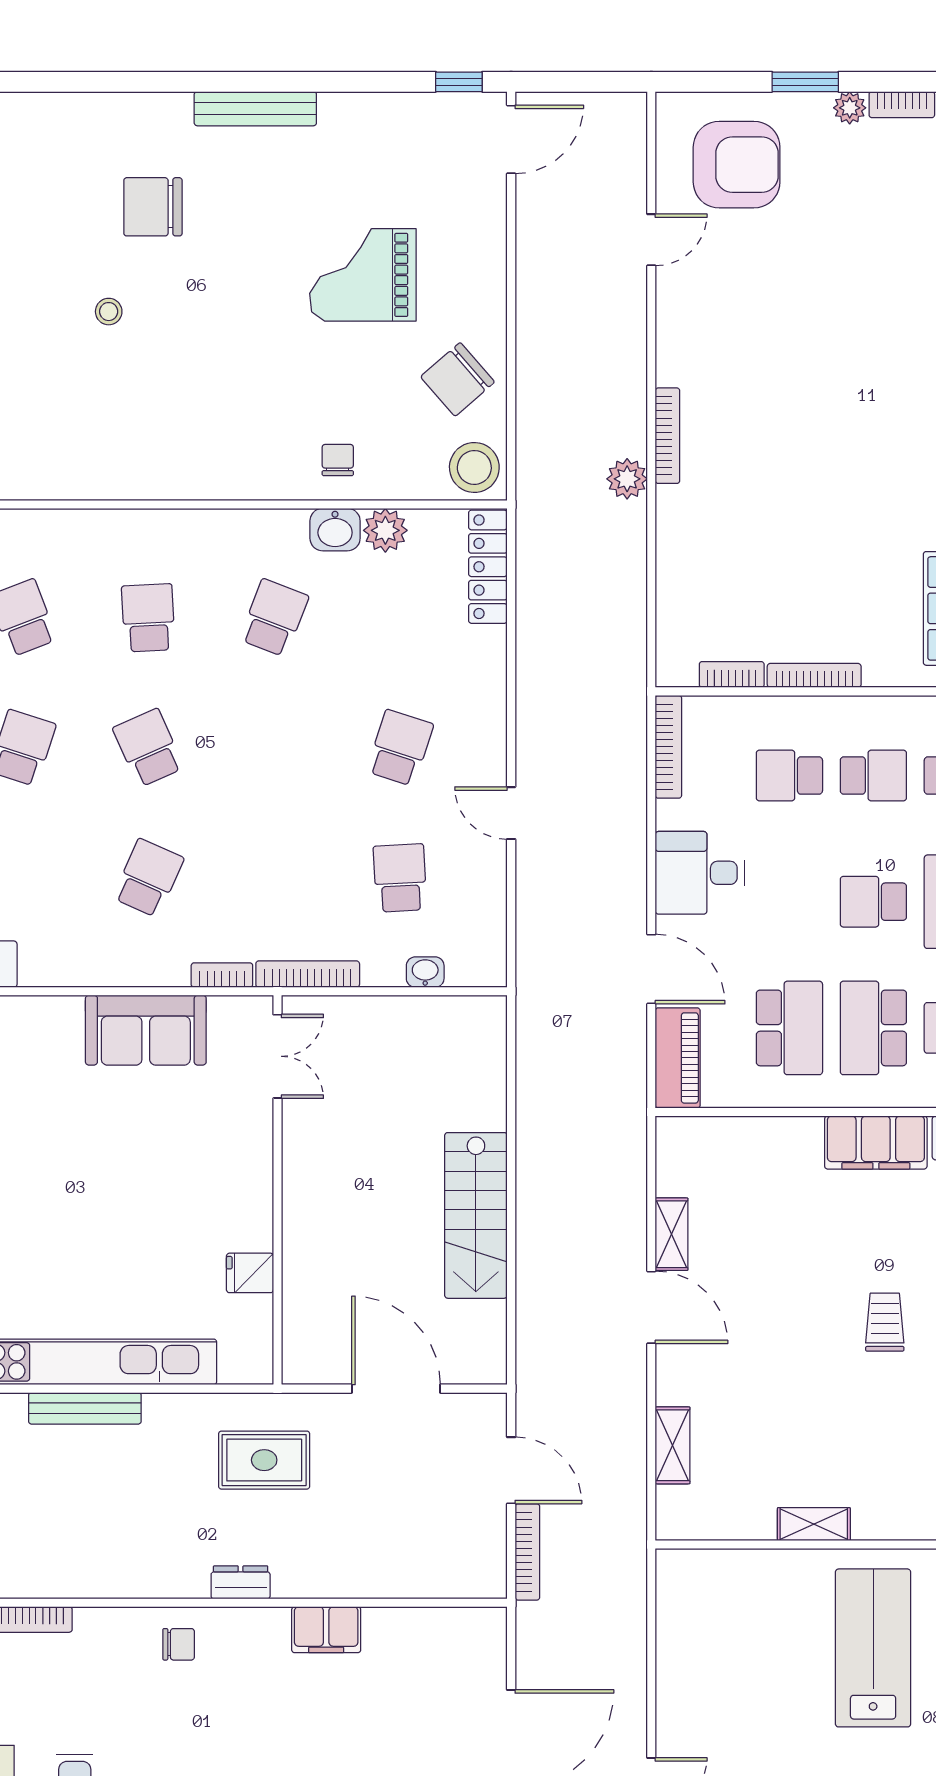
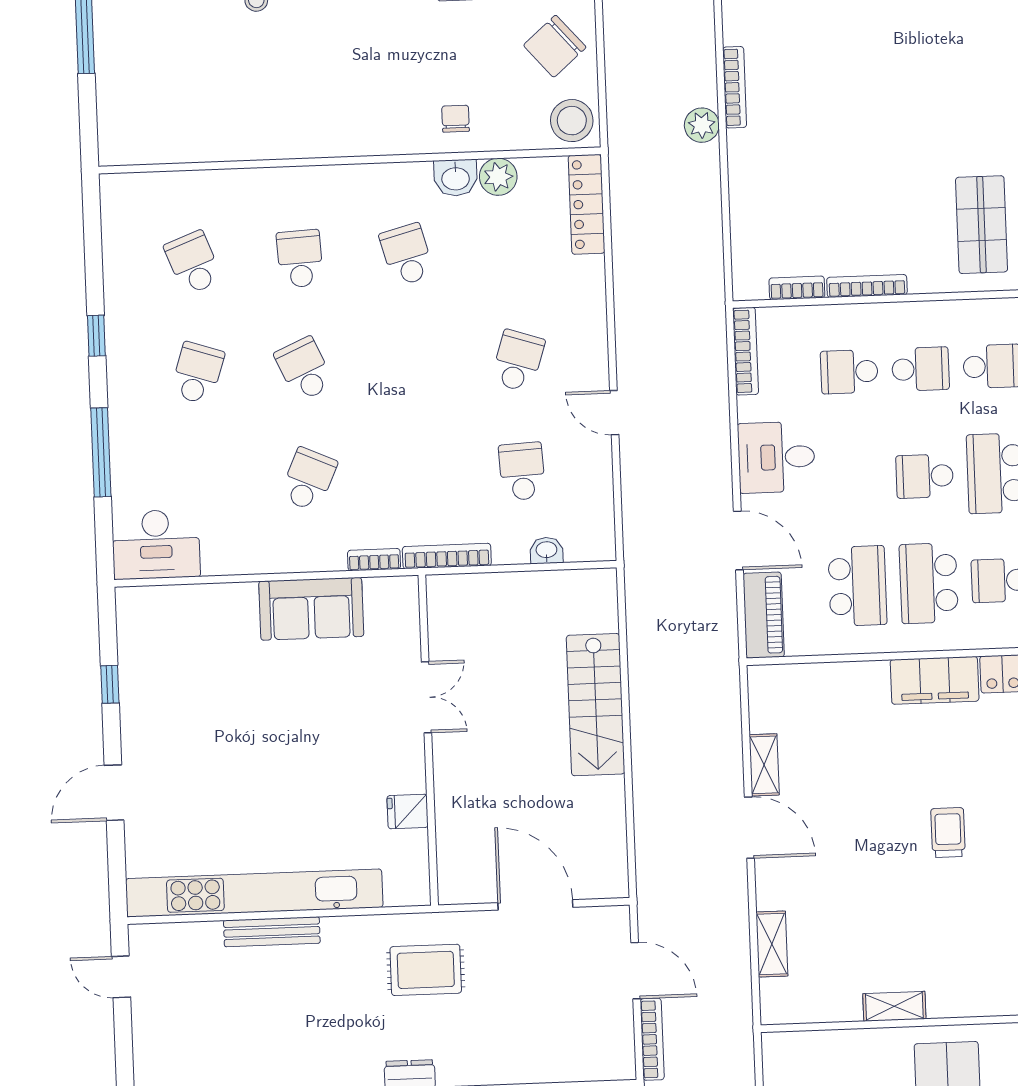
school desk: (274, 618) -> (407, 255), turned -36
double door: (277, 1056) -> (427, 697), moved
stairs: (476, 1215) -> (596, 705), moved

